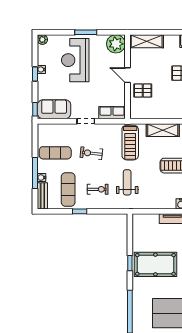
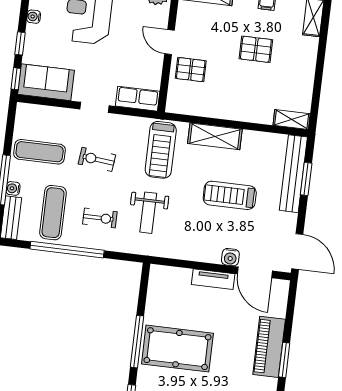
window: (35, 74) -> (20, 43), moved
weight bench: (127, 182) -> (148, 213), turned 180
window: (80, 211) -> (67, 250), width x3.17
window: (130, 263) -> (137, 342), width x2.17

